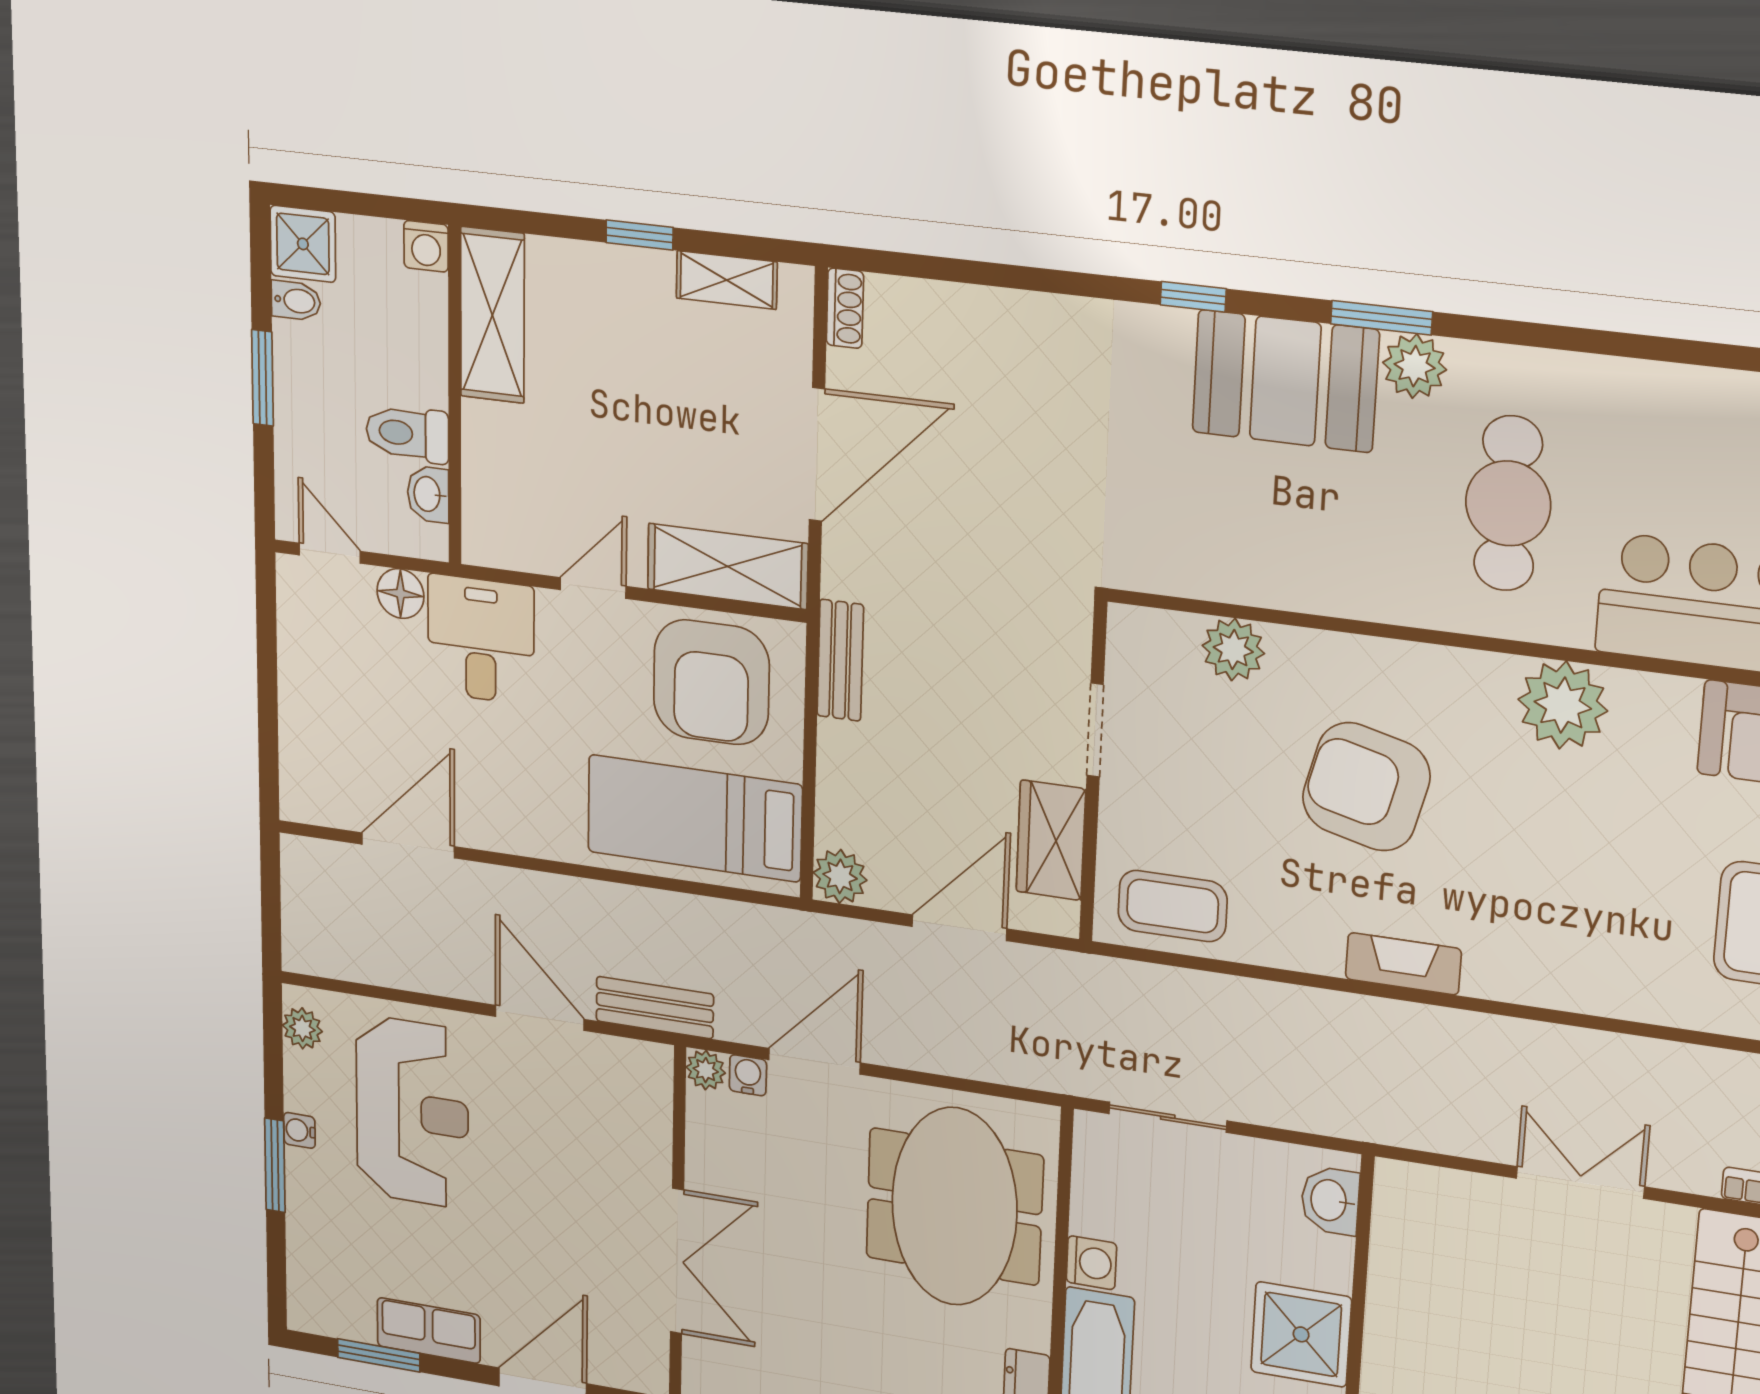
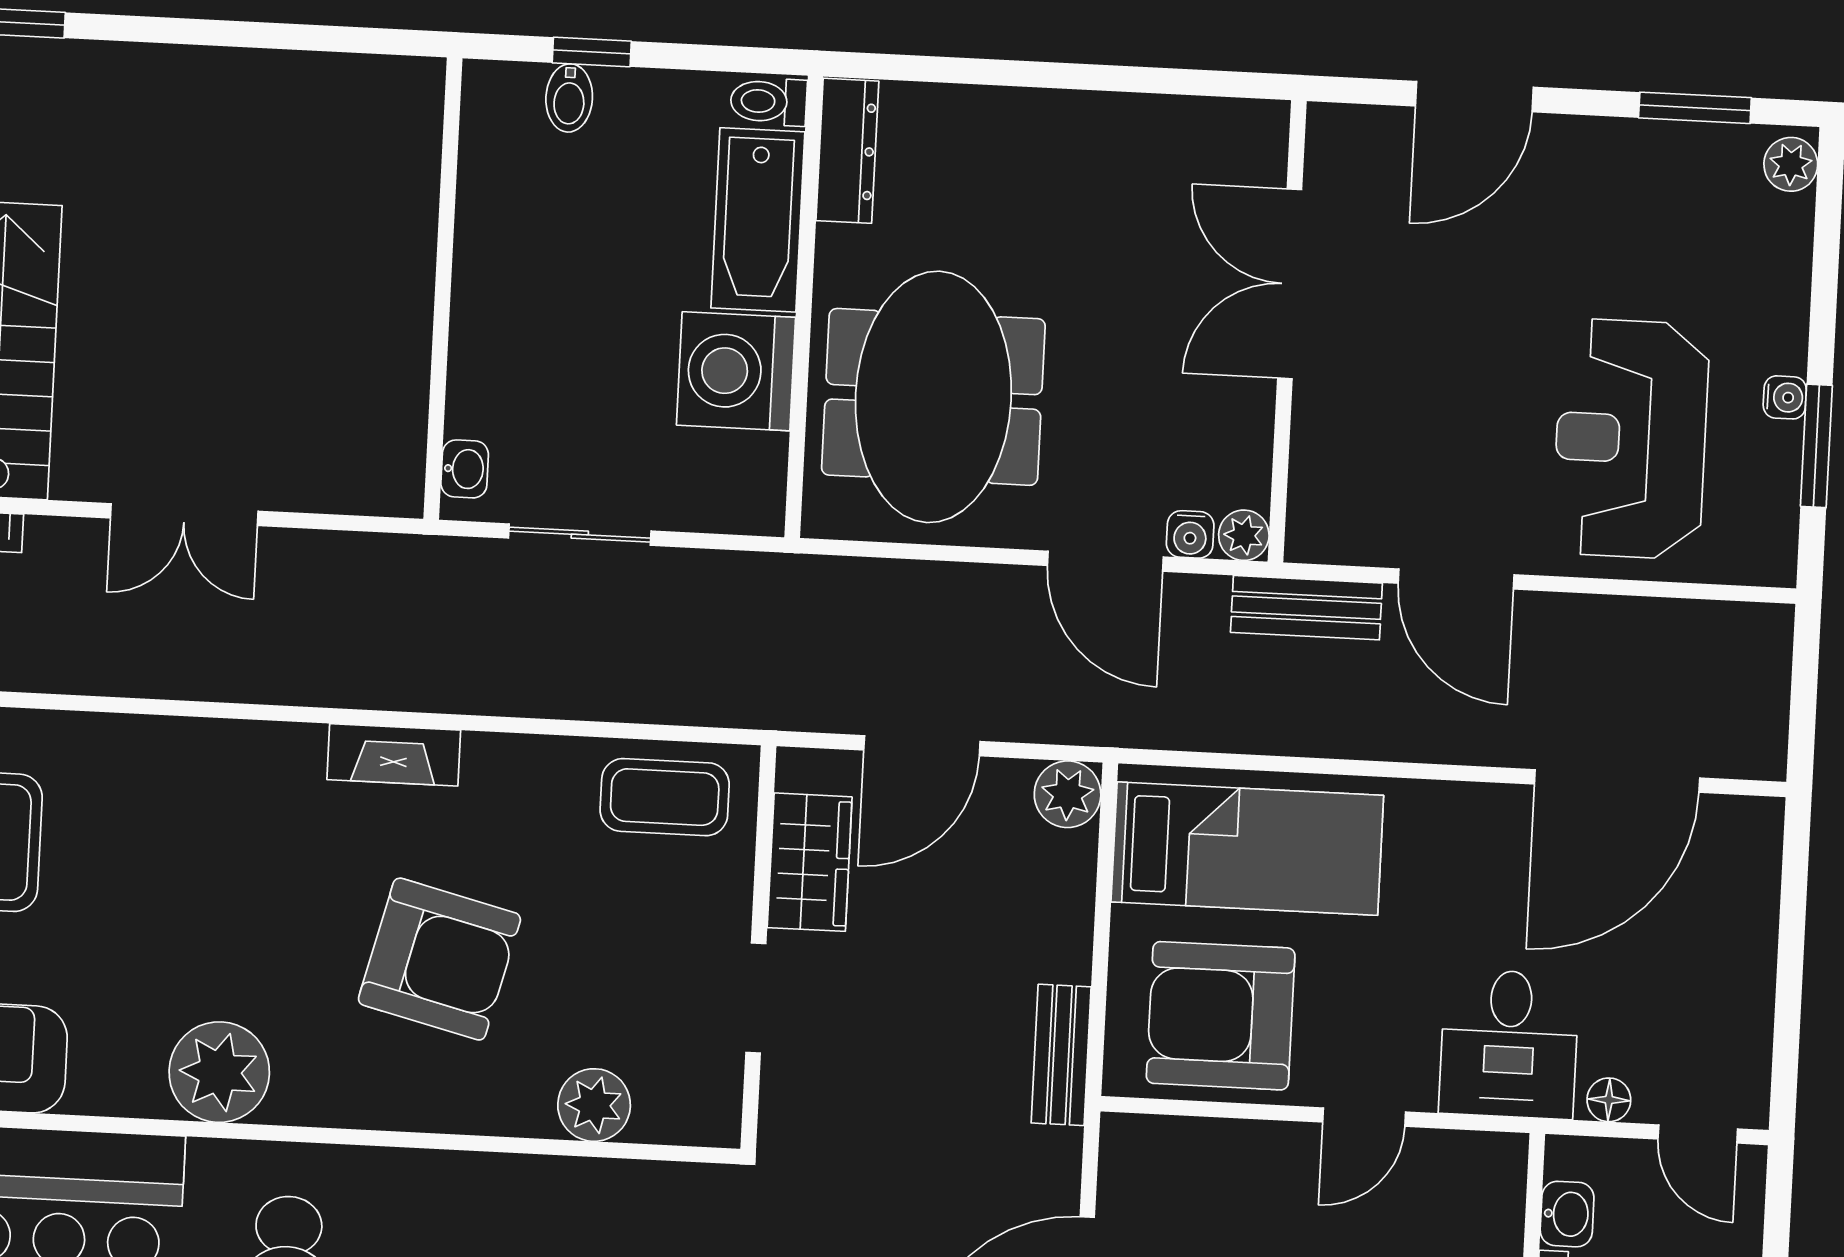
shelving: (728, 566) -> (1196, 1155), removed
floor lamp: (400, 594) -> (1609, 1100), width x0.73, depth x0.73
armchair: (711, 682) -> (1221, 1016), turned -90
door: (408, 845) -> (1617, 781), width x1.36
plant: (302, 1028) -> (1791, 164), moved
door: (814, 1061) -> (1105, 561), hinge flipped
sliding door: (1168, 1117) -> (580, 535), moved
window: (275, 1165) -> (1816, 446), moved
washbasin: (1330, 1200) -> (465, 469), width x0.72, depth x0.69
washing machine: (1091, 1263) -> (736, 371), width x1.89, depth x1.89
row of seats: (429, 1331) -> (1625, 150), removed
shower: (1301, 1334) -> (509, 287), removed

